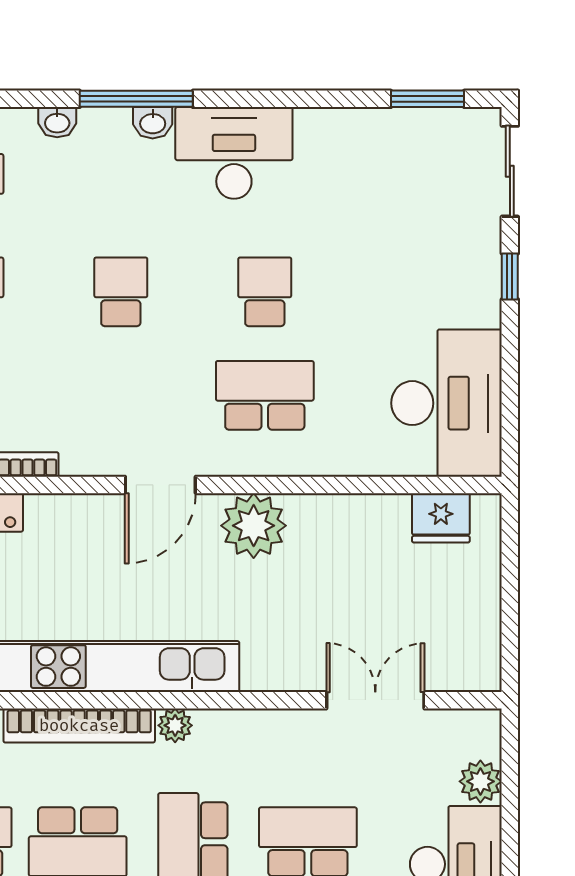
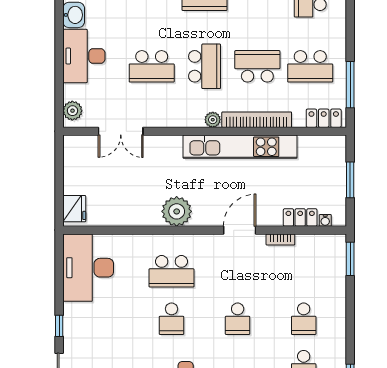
door: (160, 485) -> (240, 230), moved
fridge: (441, 518) -> (74, 209), moved, turned 90
plant: (480, 781) -> (72, 111), moved

